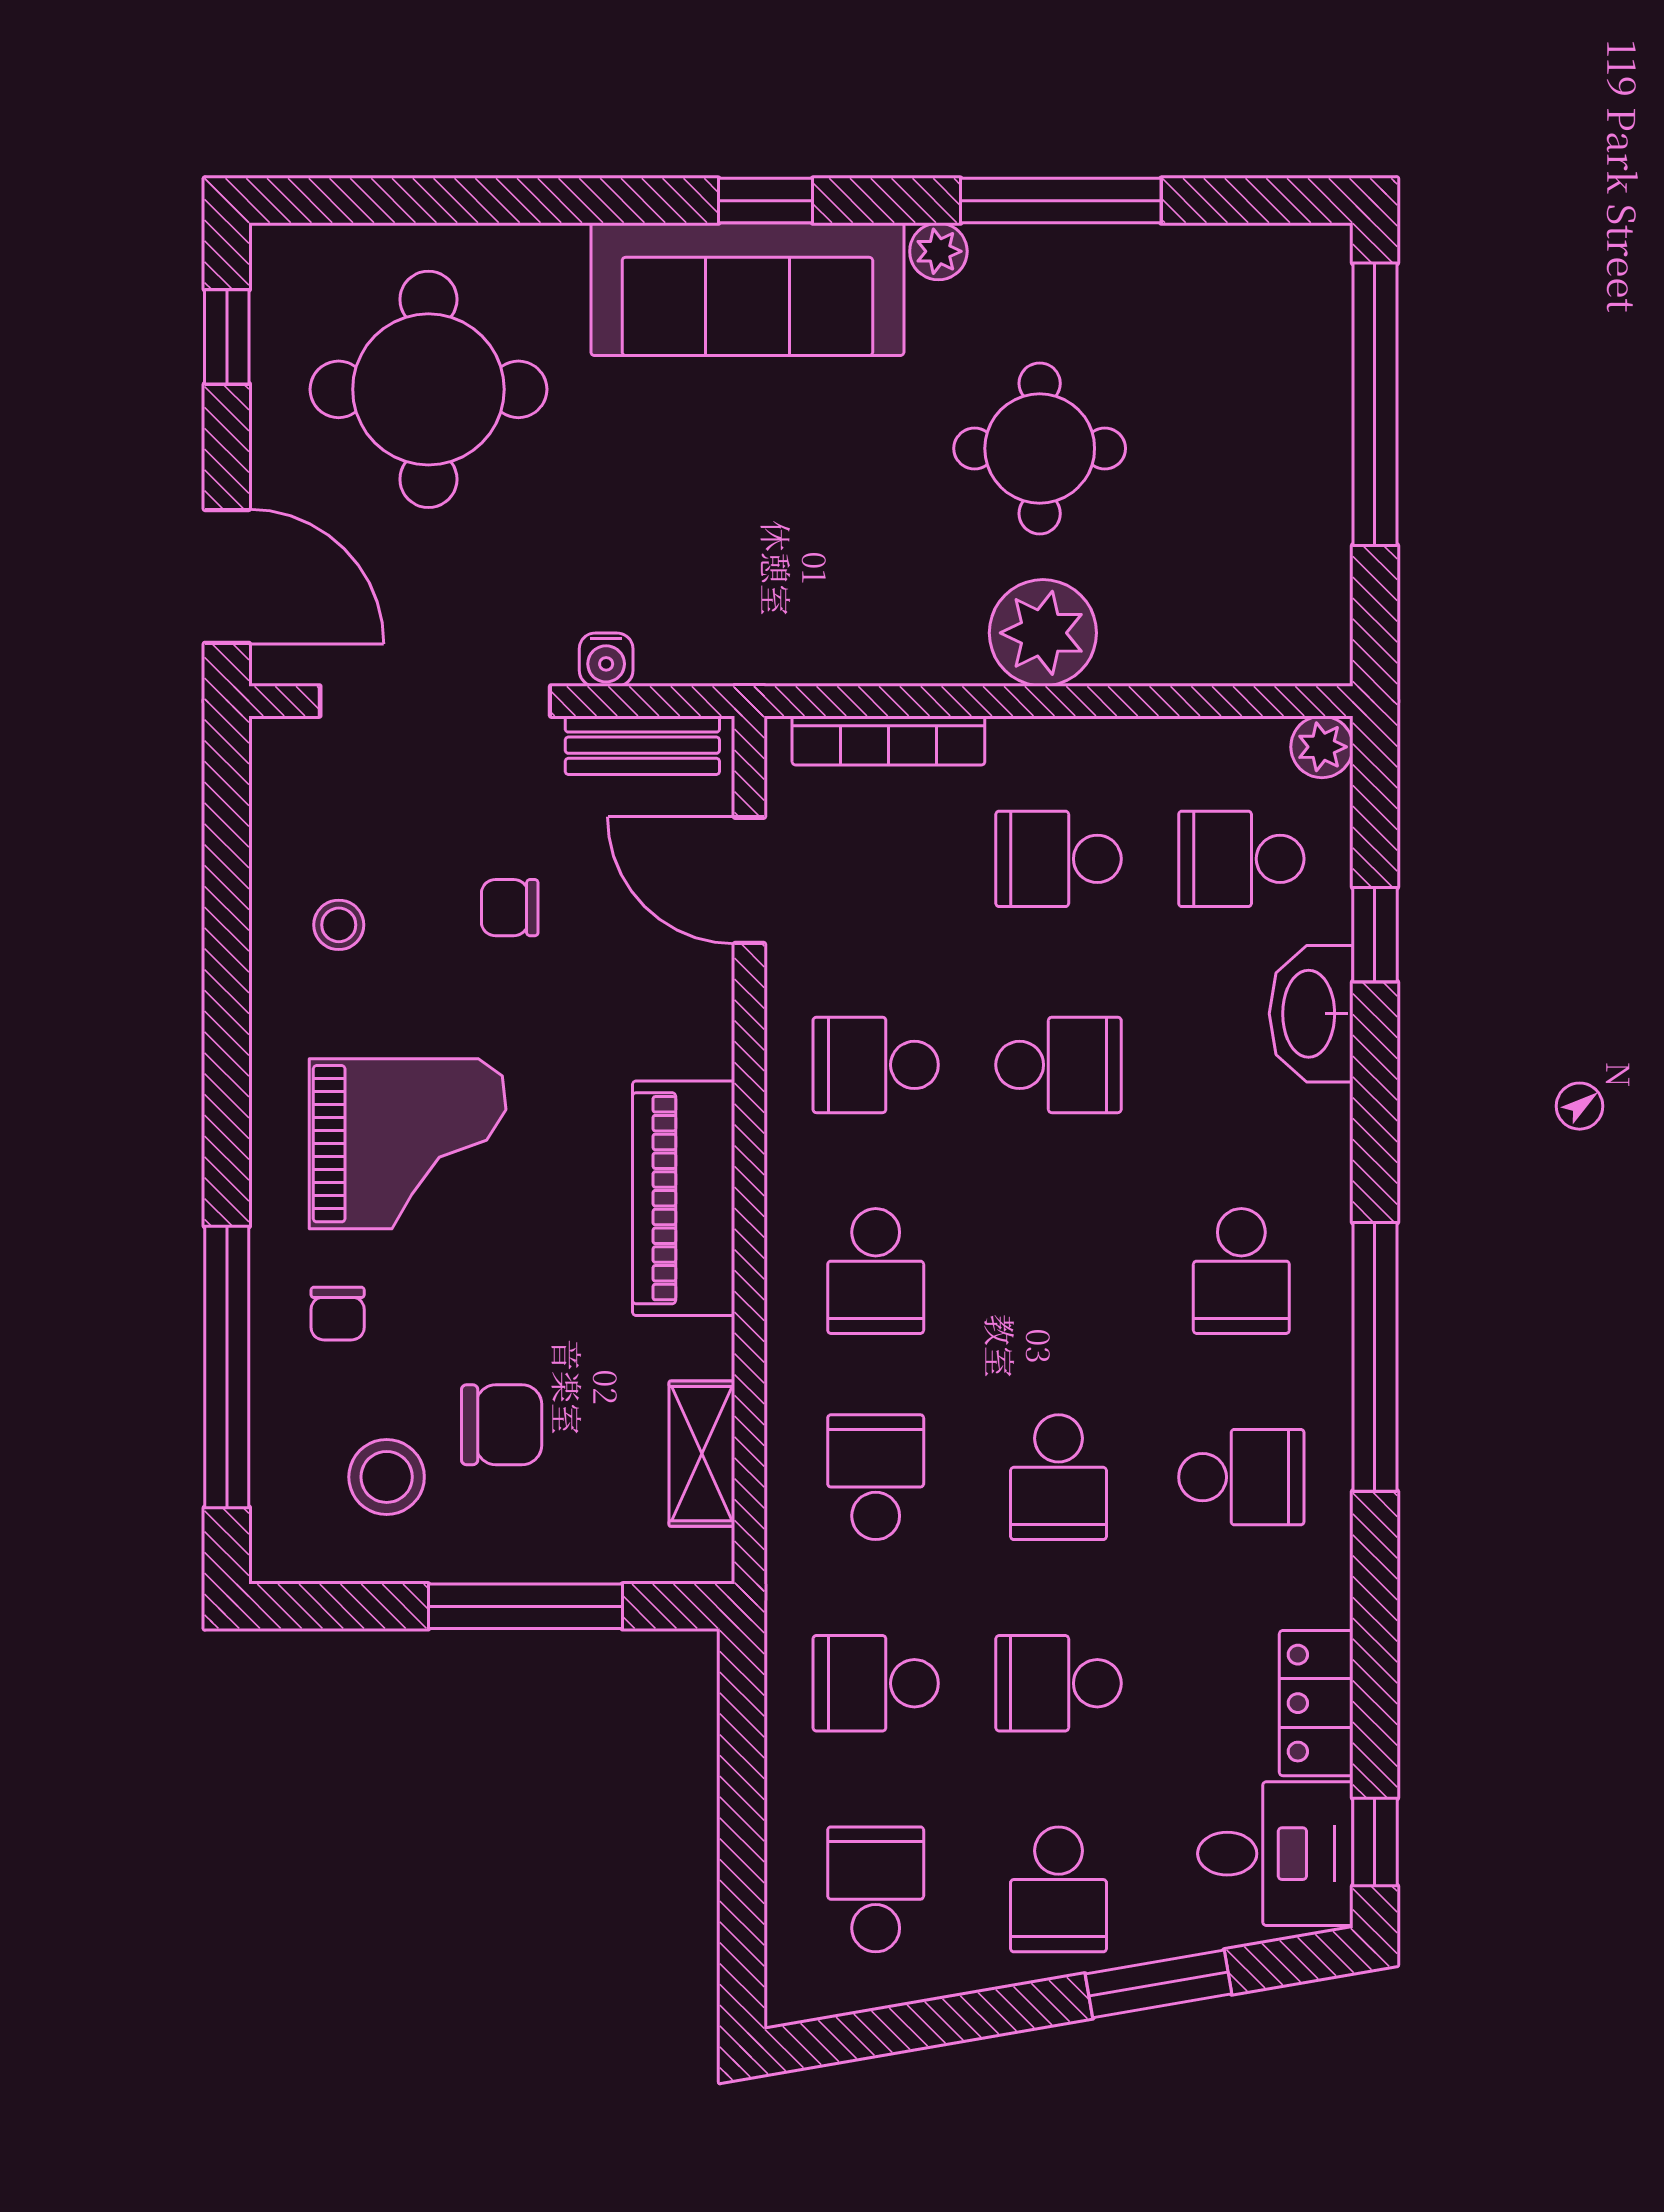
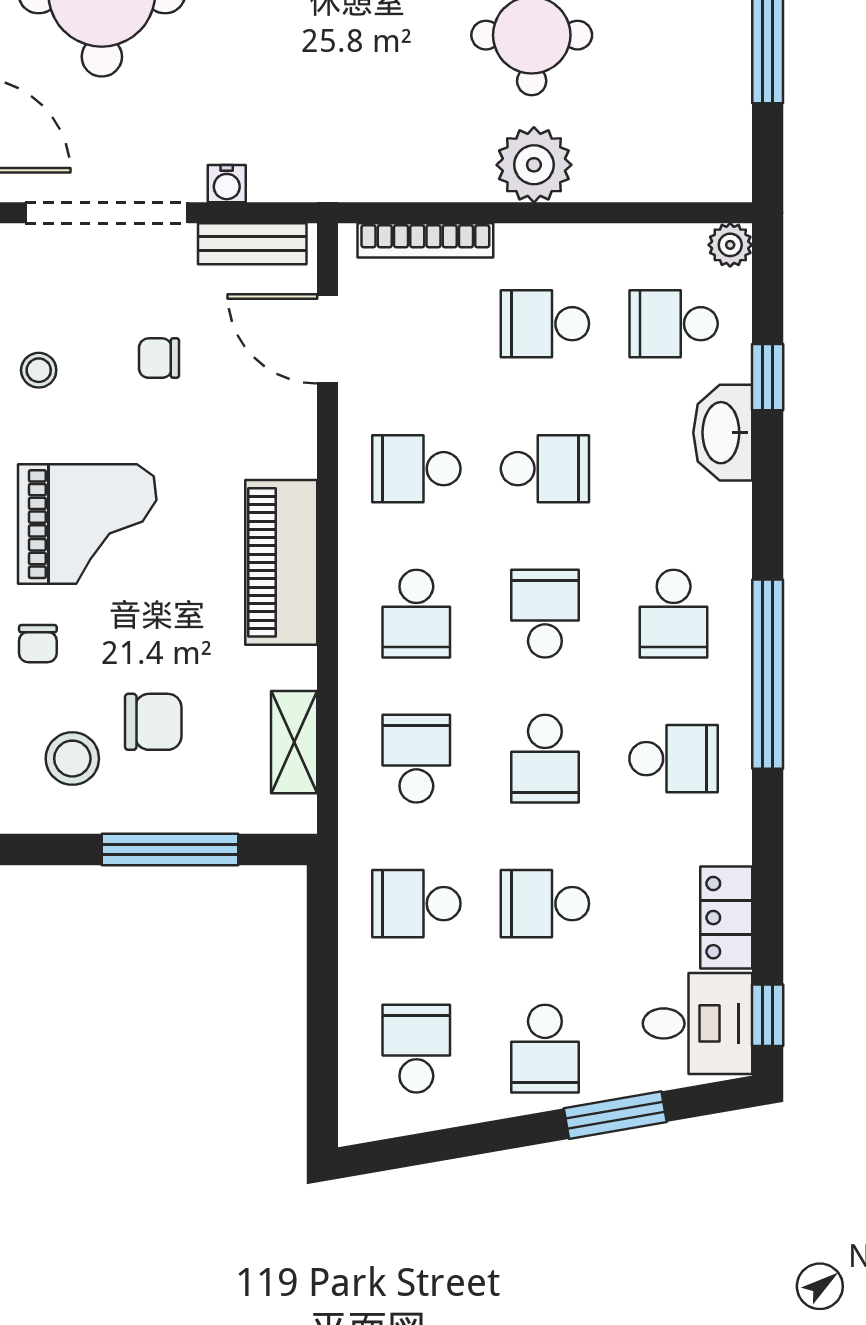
school desk: (1058, 1271) -> (545, 614), added

